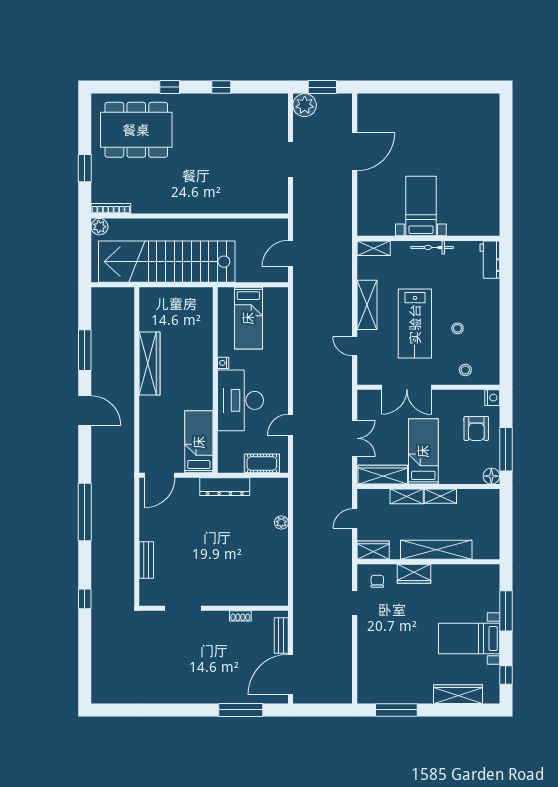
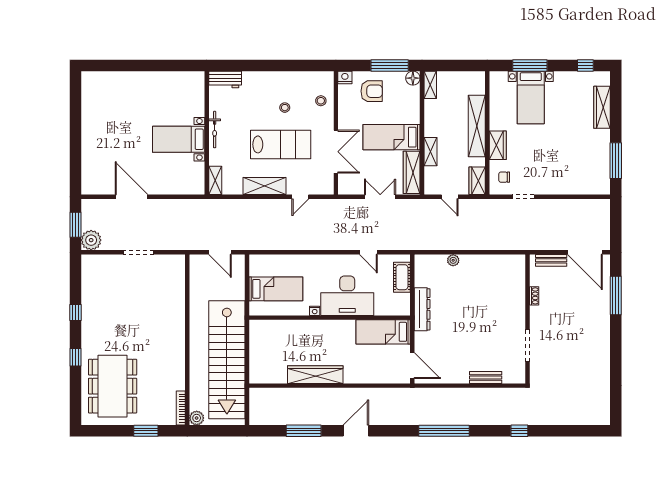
shelving: (440, 496) -> (430, 85), moved
bed with nightstands: (469, 639) -> (531, 98), moved

